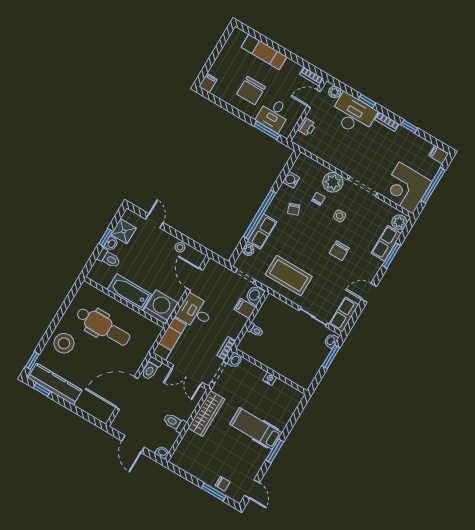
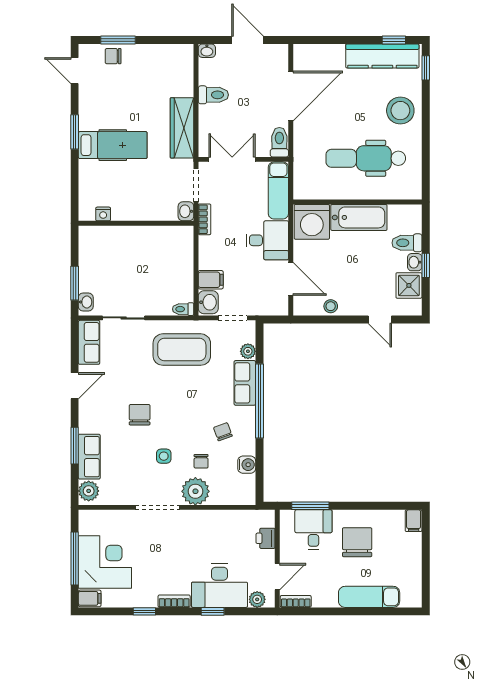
corner desk: (406, 188) -> (105, 562), moved
toilet: (255, 330) -> (183, 309), moved
nightstand: (270, 379) -> (103, 214), moved

